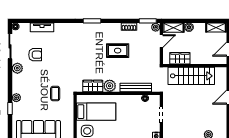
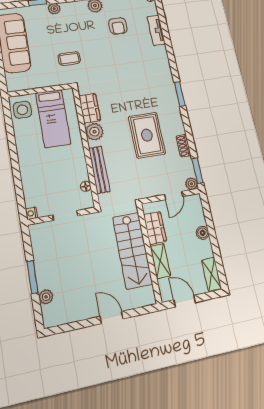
shelving: (173, 28) -> (160, 261), moved
door: (161, 41) -> (174, 196), hinge flipped
rug: (118, 51) -> (147, 135), width x1.36, depth x1.43

